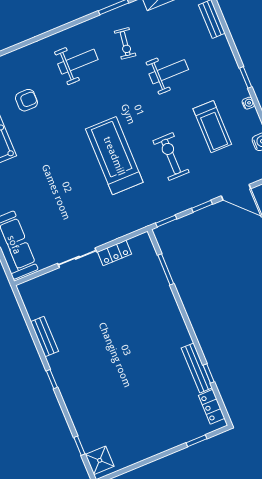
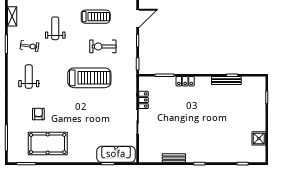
treadmill: (114, 156) -> (89, 78), turned 180
locker: (212, 407) -> (185, 81), moved
shower: (100, 460) -> (259, 138), moved

